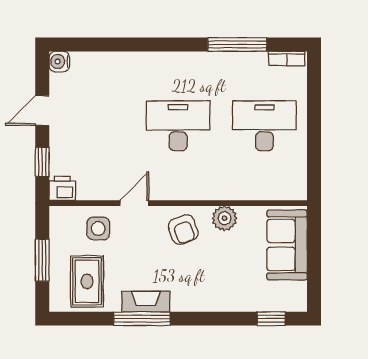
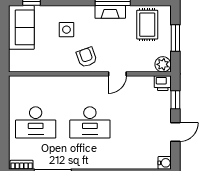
plant: (225, 218) -> (163, 64), moved
side table: (98, 229) -> (66, 30), moved
sofa: (287, 245) -> (21, 27), moved

